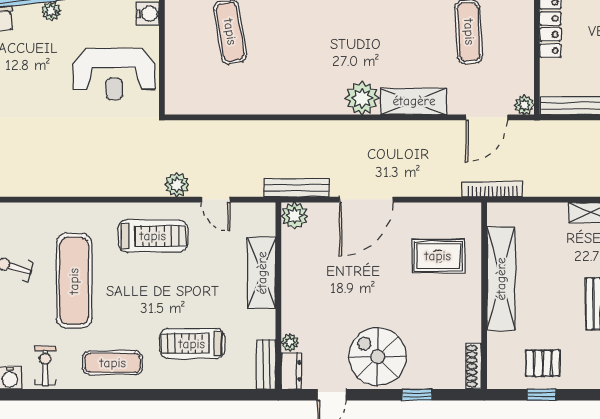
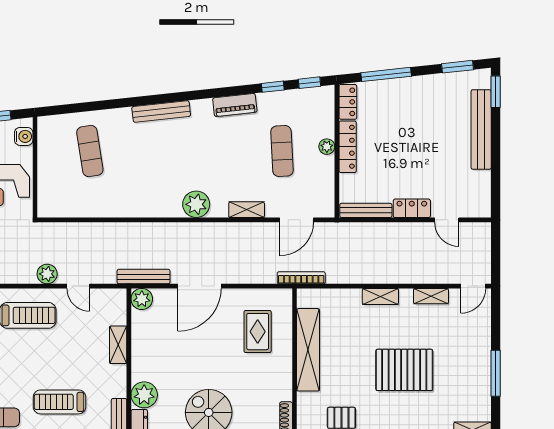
shelving: (414, 101) -> (247, 210), width x0.67, depth x0.75
plant: (524, 105) -> (327, 147), moved
rug: (438, 256) -> (258, 332), turned 90
shelving: (262, 273) -> (118, 345), width x0.67, depth x0.75
plant: (290, 342) -> (144, 395), width x1.88, depth x1.88

